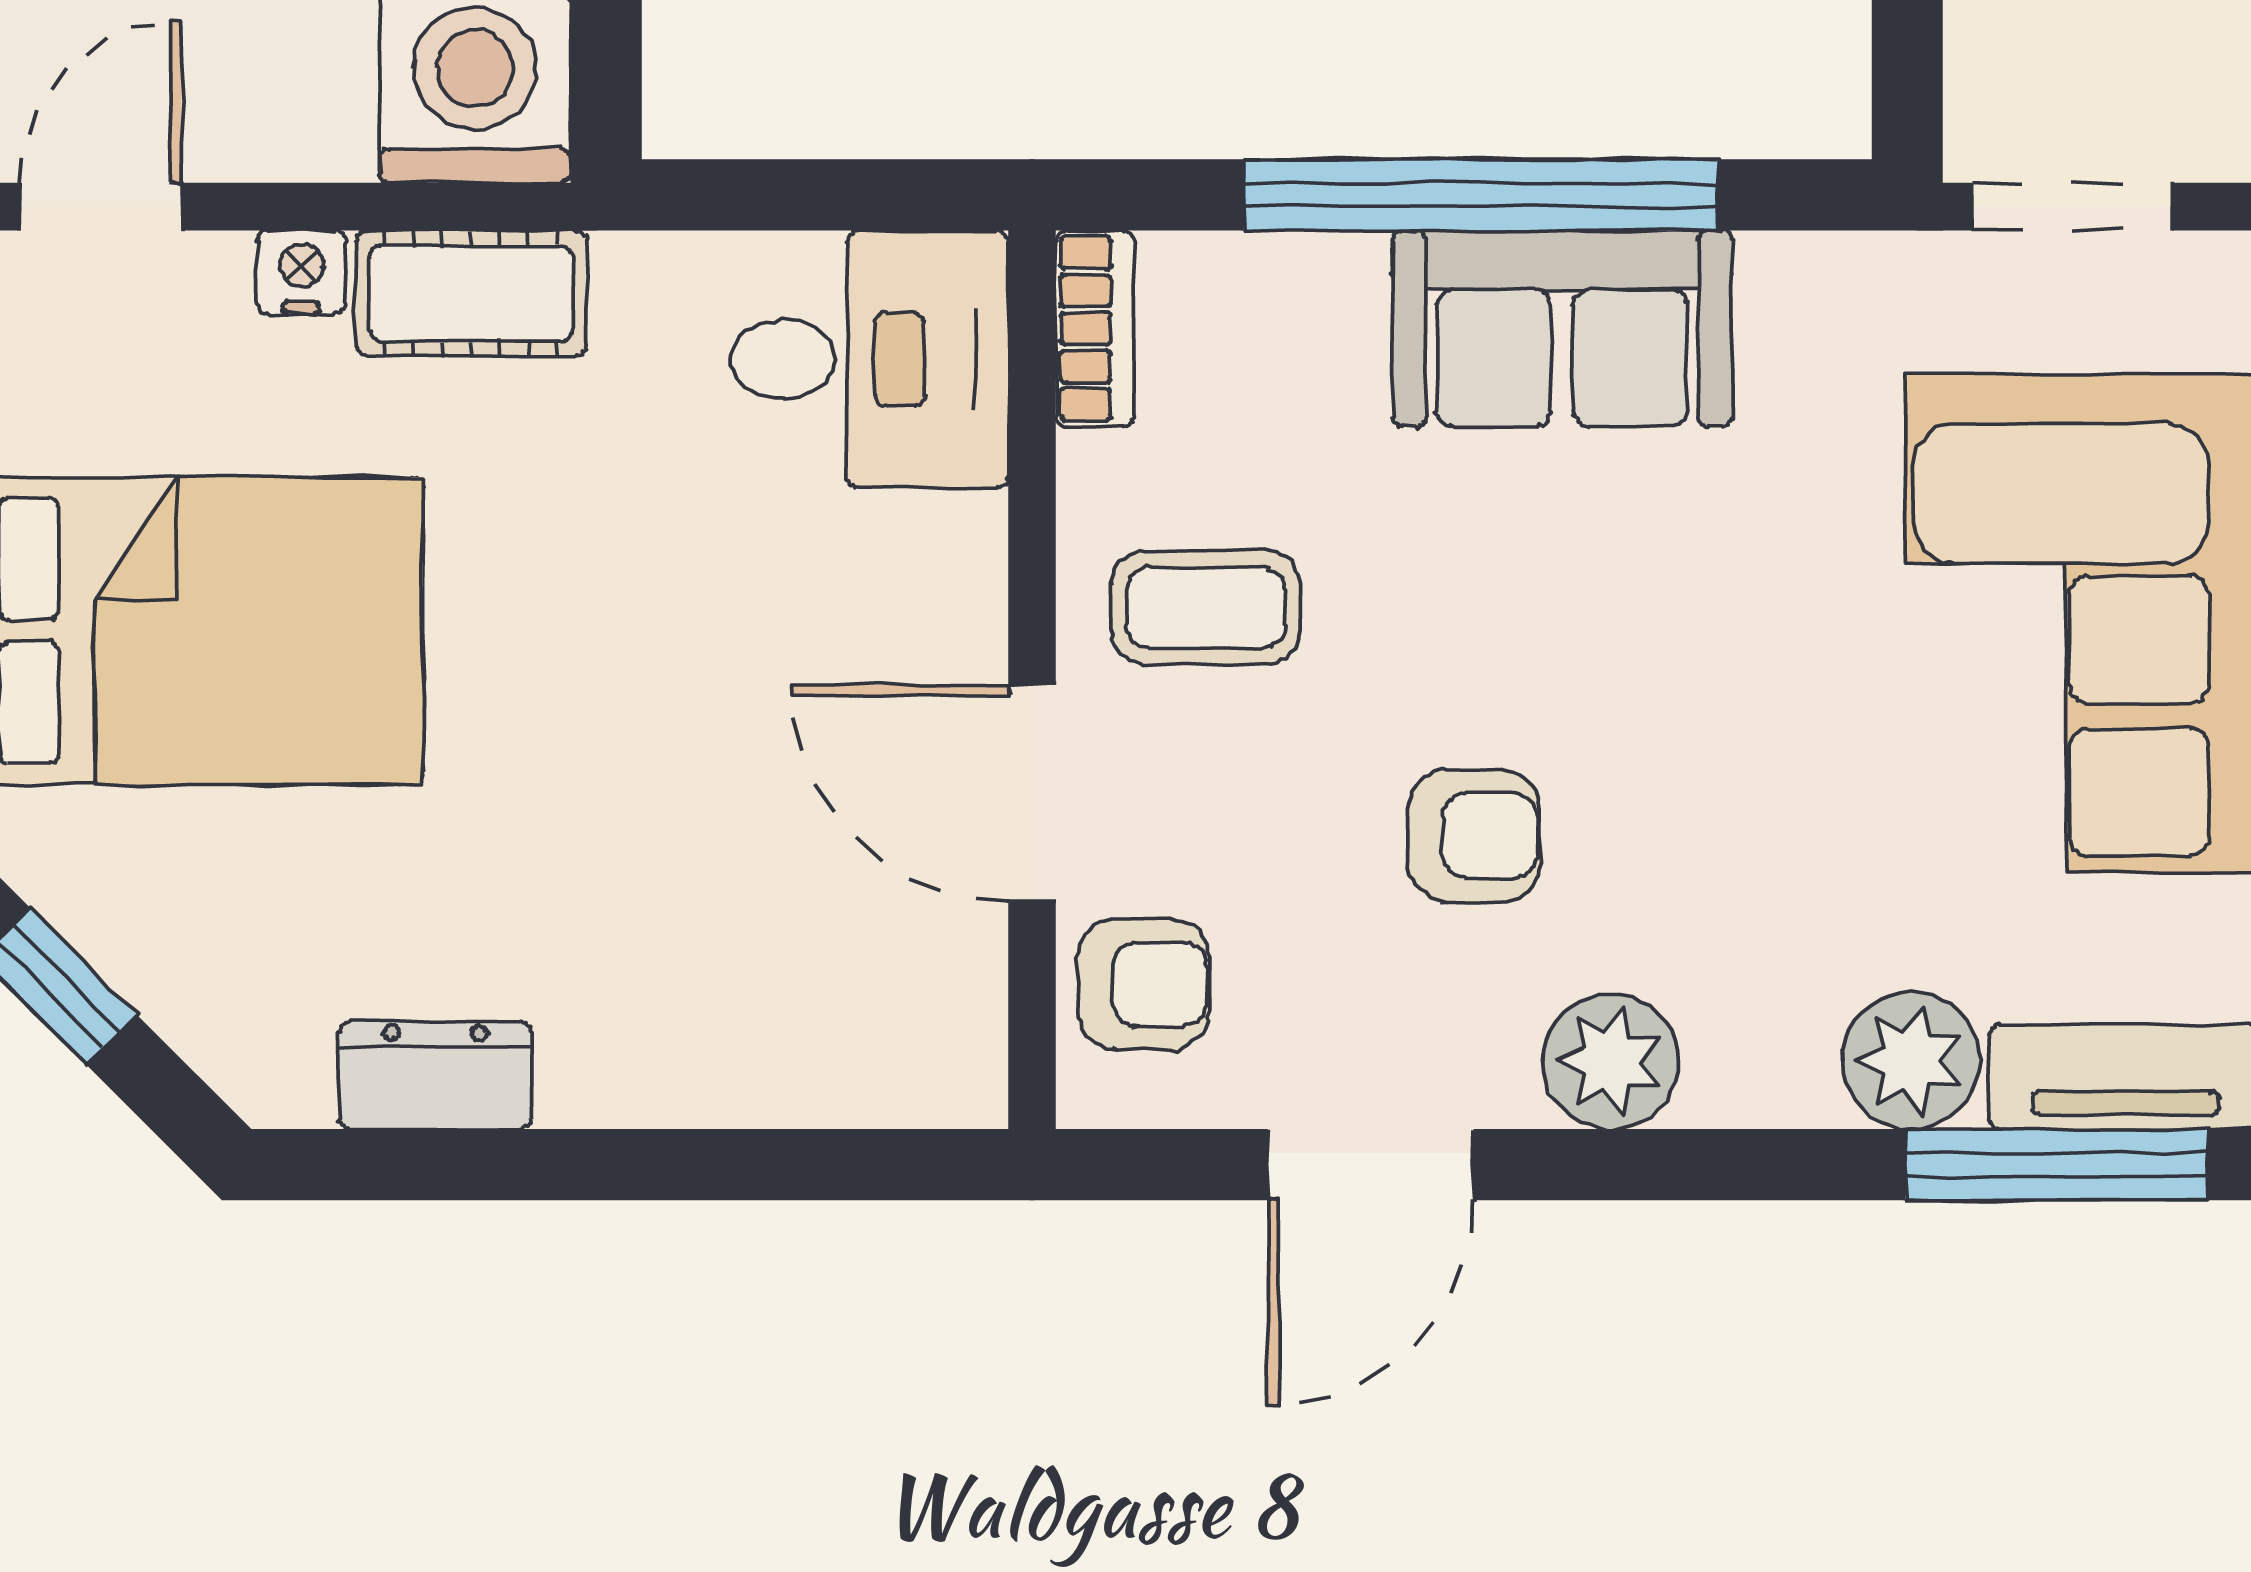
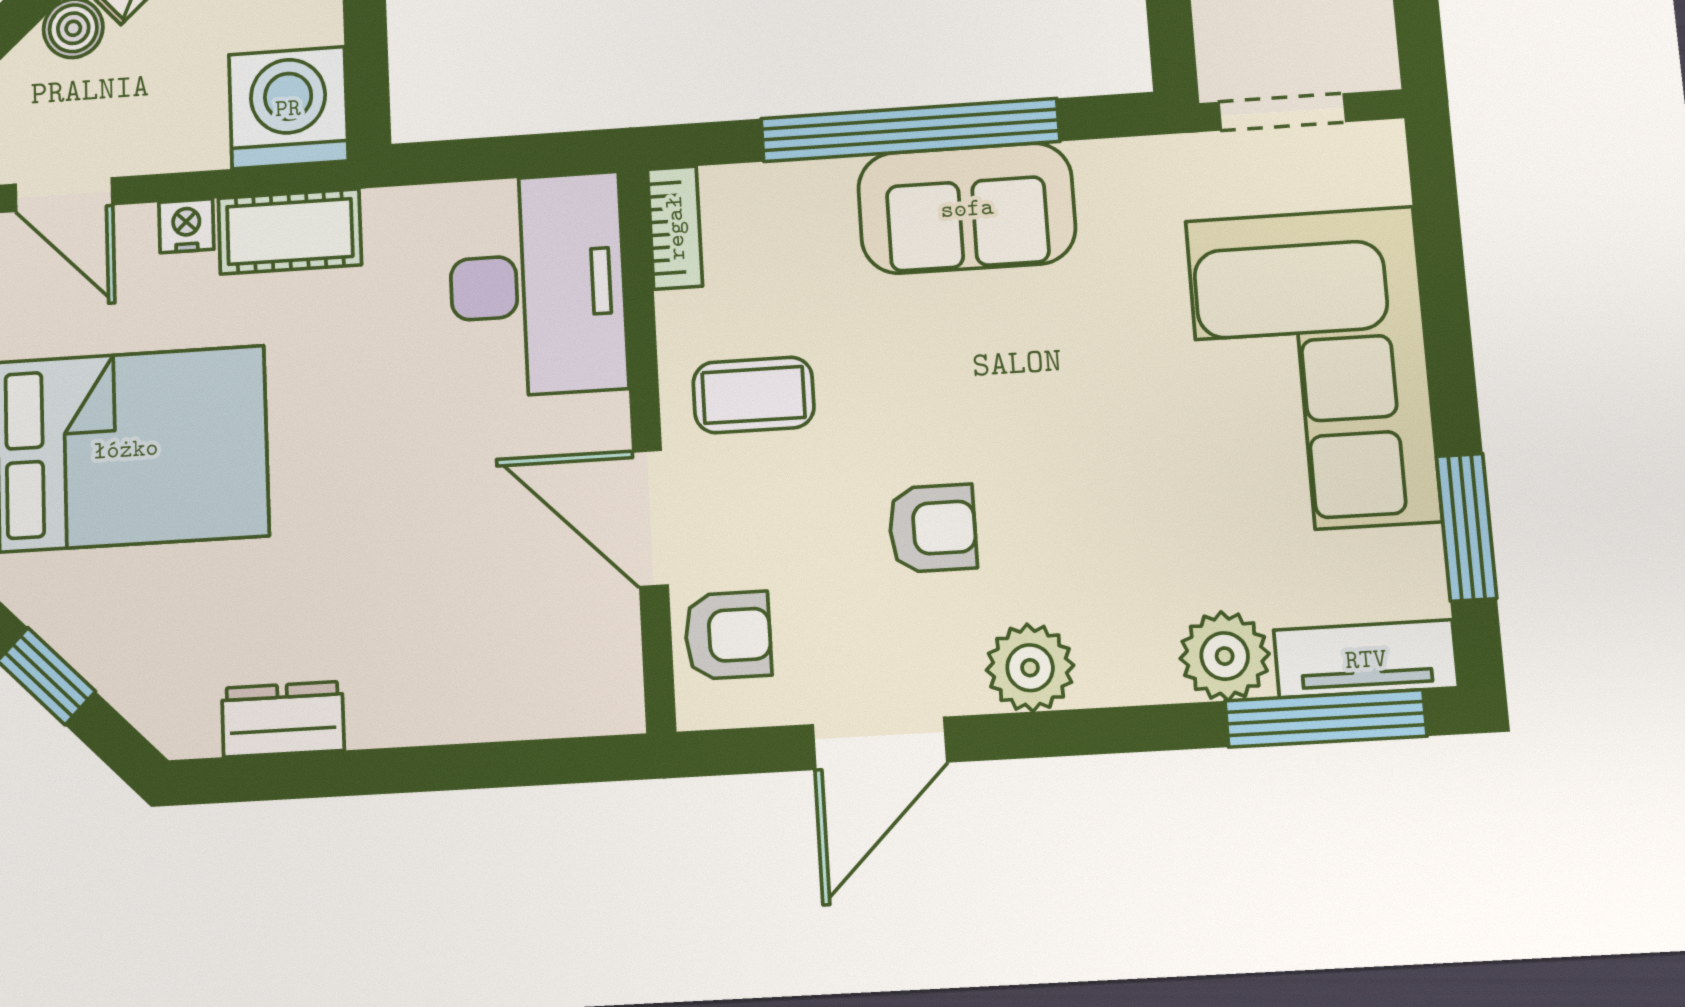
door: (101, 207) -> (64, 195), swing flipped
desk: (869, 359) -> (537, 285), width x1.37

